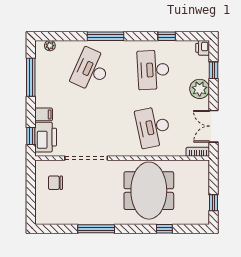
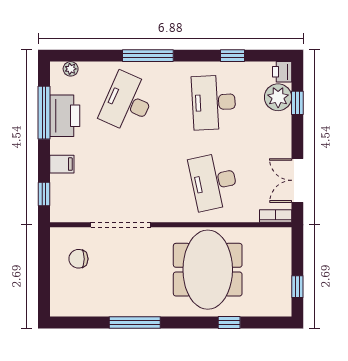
plant: (200, 89) -> (278, 97), moved
printer: (46, 137) -> (65, 116), moved

